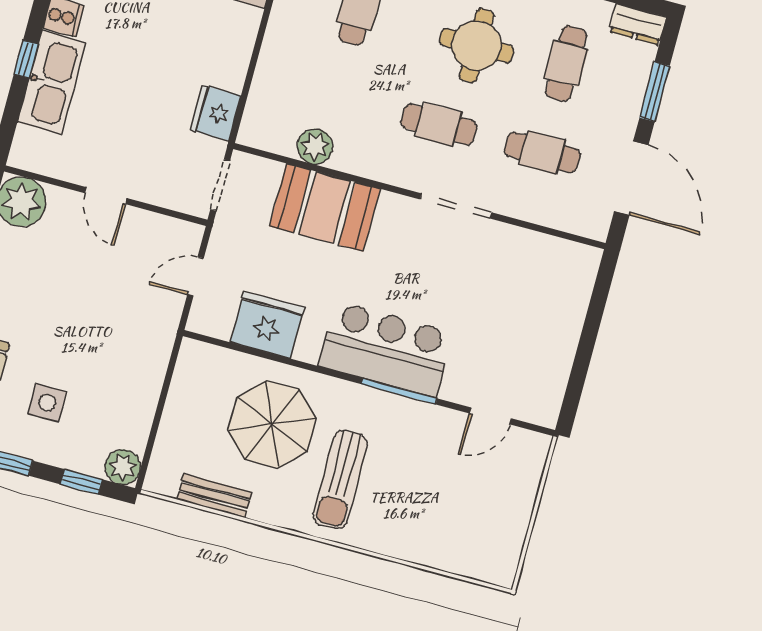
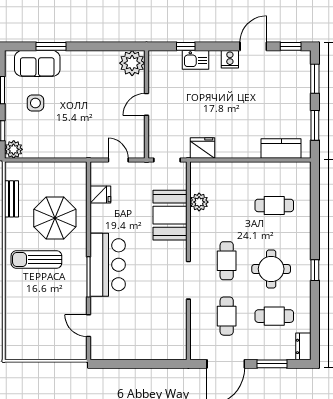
window: (26, 59) -> (186, 46), moved
kitchen sink: (52, 82) -> (196, 60), width x0.53, depth x0.81
fridge: (267, 325) -> (100, 195), width x0.53, depth x0.75

